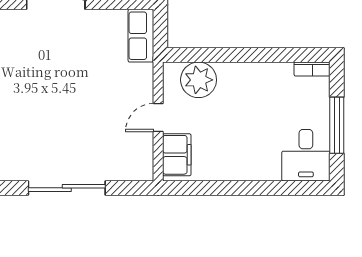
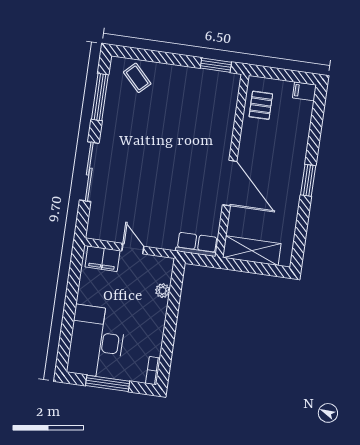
plant: (199, 80) -> (163, 291), width x0.53, depth x0.53
desk: (306, 155) -> (96, 342), width x1.87, depth x1.30

